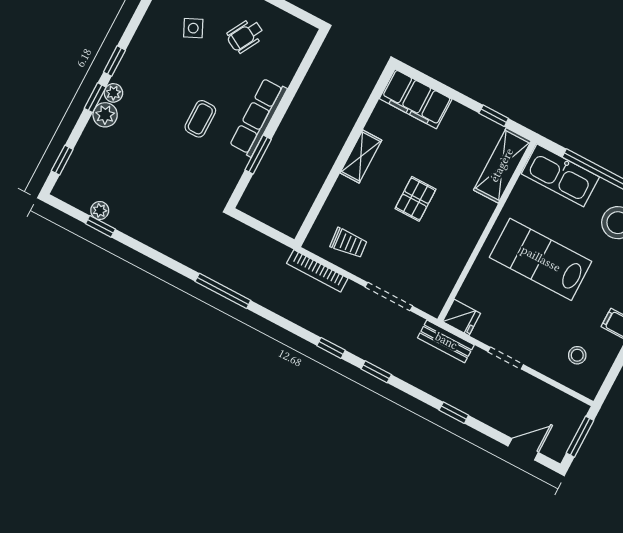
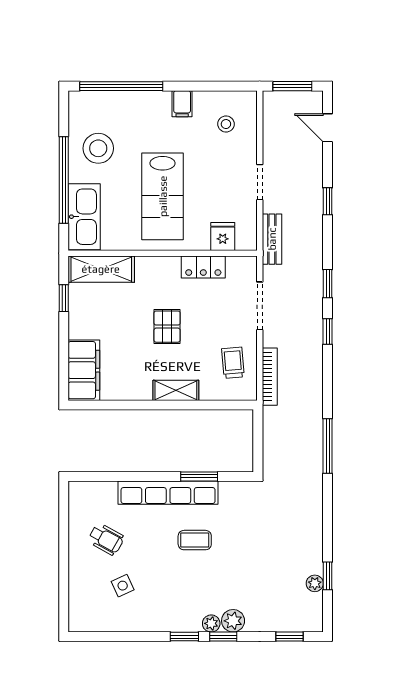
row of seats: (258, 117) -> (168, 493), width x1.36
shelving: (361, 157) -> (176, 390), moved
pallet: (415, 199) -> (167, 327), turned 90
locker: (454, 263) -> (203, 267), added
fridge: (462, 317) -> (223, 237), moved

